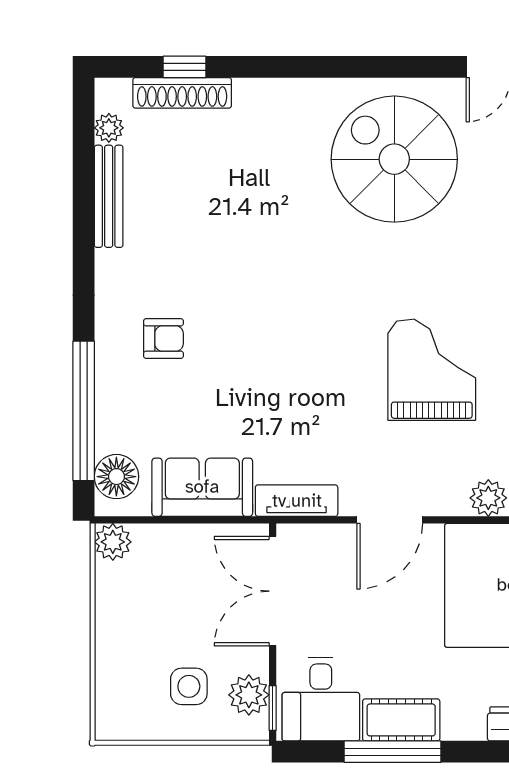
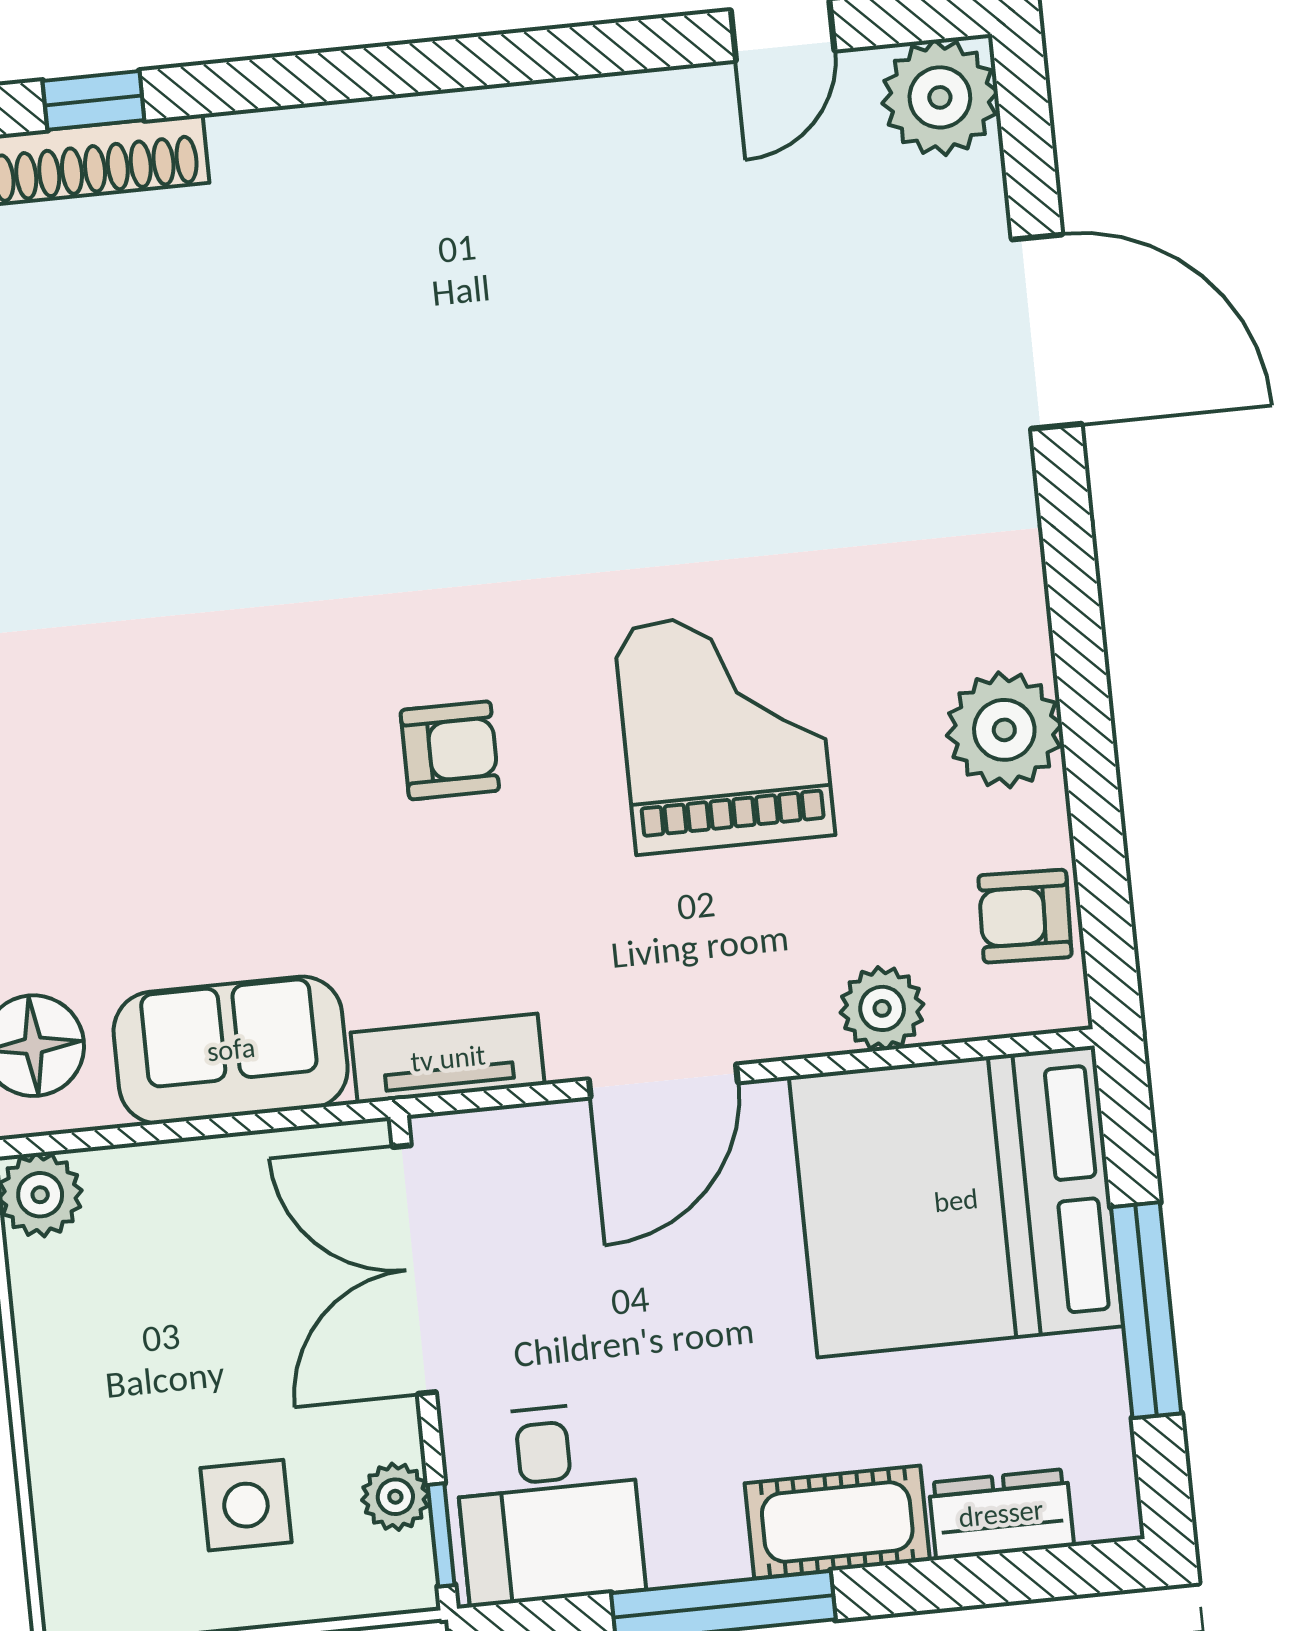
spiral stairs: (394, 159) -> (591, 261), removed
armchair: (163, 339) -> (450, 750), moved
plant: (249, 695) -> (395, 1497), width x0.73, depth x0.73
cot: (401, 720) -> (837, 1522), moved

